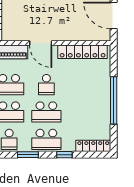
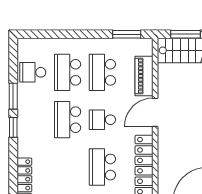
school desk: (46, 139) -> (102, 167), moved
window: (64, 155) -> (13, 127), moved

